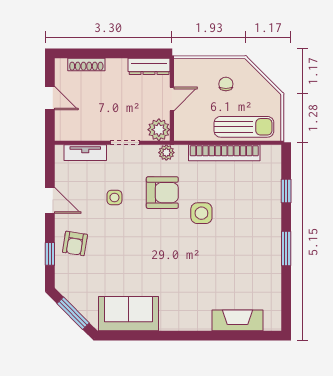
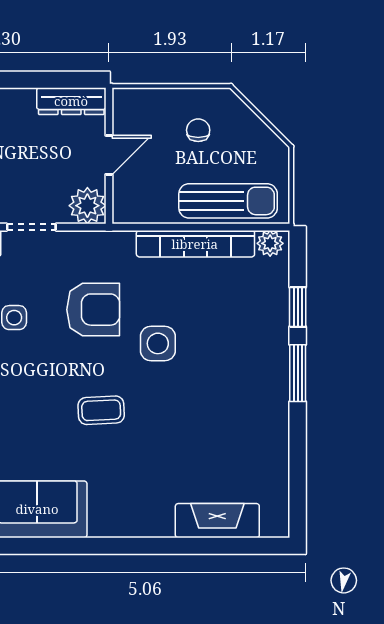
plant: (166, 153) -> (270, 243), moved
window: (286, 249) -> (298, 373), moved
coffee table: (167, 254) -> (101, 410), added

